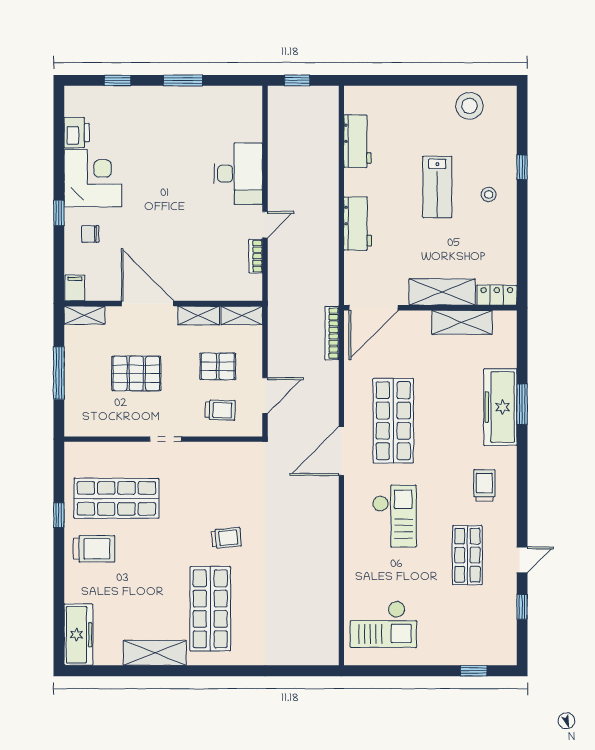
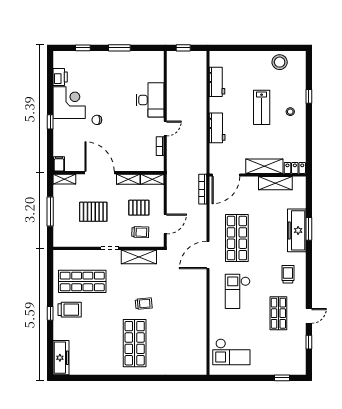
chair: (90, 234) -> (97, 120), moved
window: (59, 515) -> (50, 313), moved
checkout: (394, 516) -> (238, 291), turned 180
shelving: (155, 653) -> (139, 257), moved

